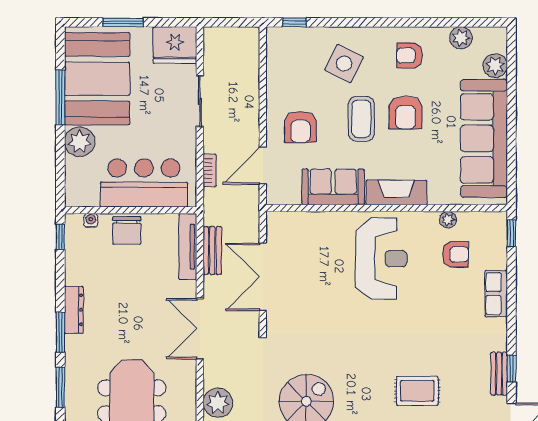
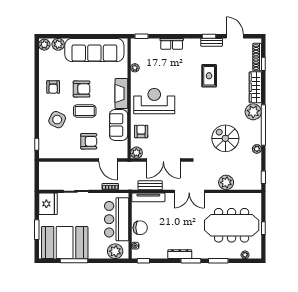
plant: (461, 38) -> (44, 45), moved
plant: (80, 142) -> (115, 251), moved
plant: (278, 223) -> (136, 153), added
armchair: (455, 254) -> (141, 131), moved
rug: (417, 391) -> (209, 76), moved

